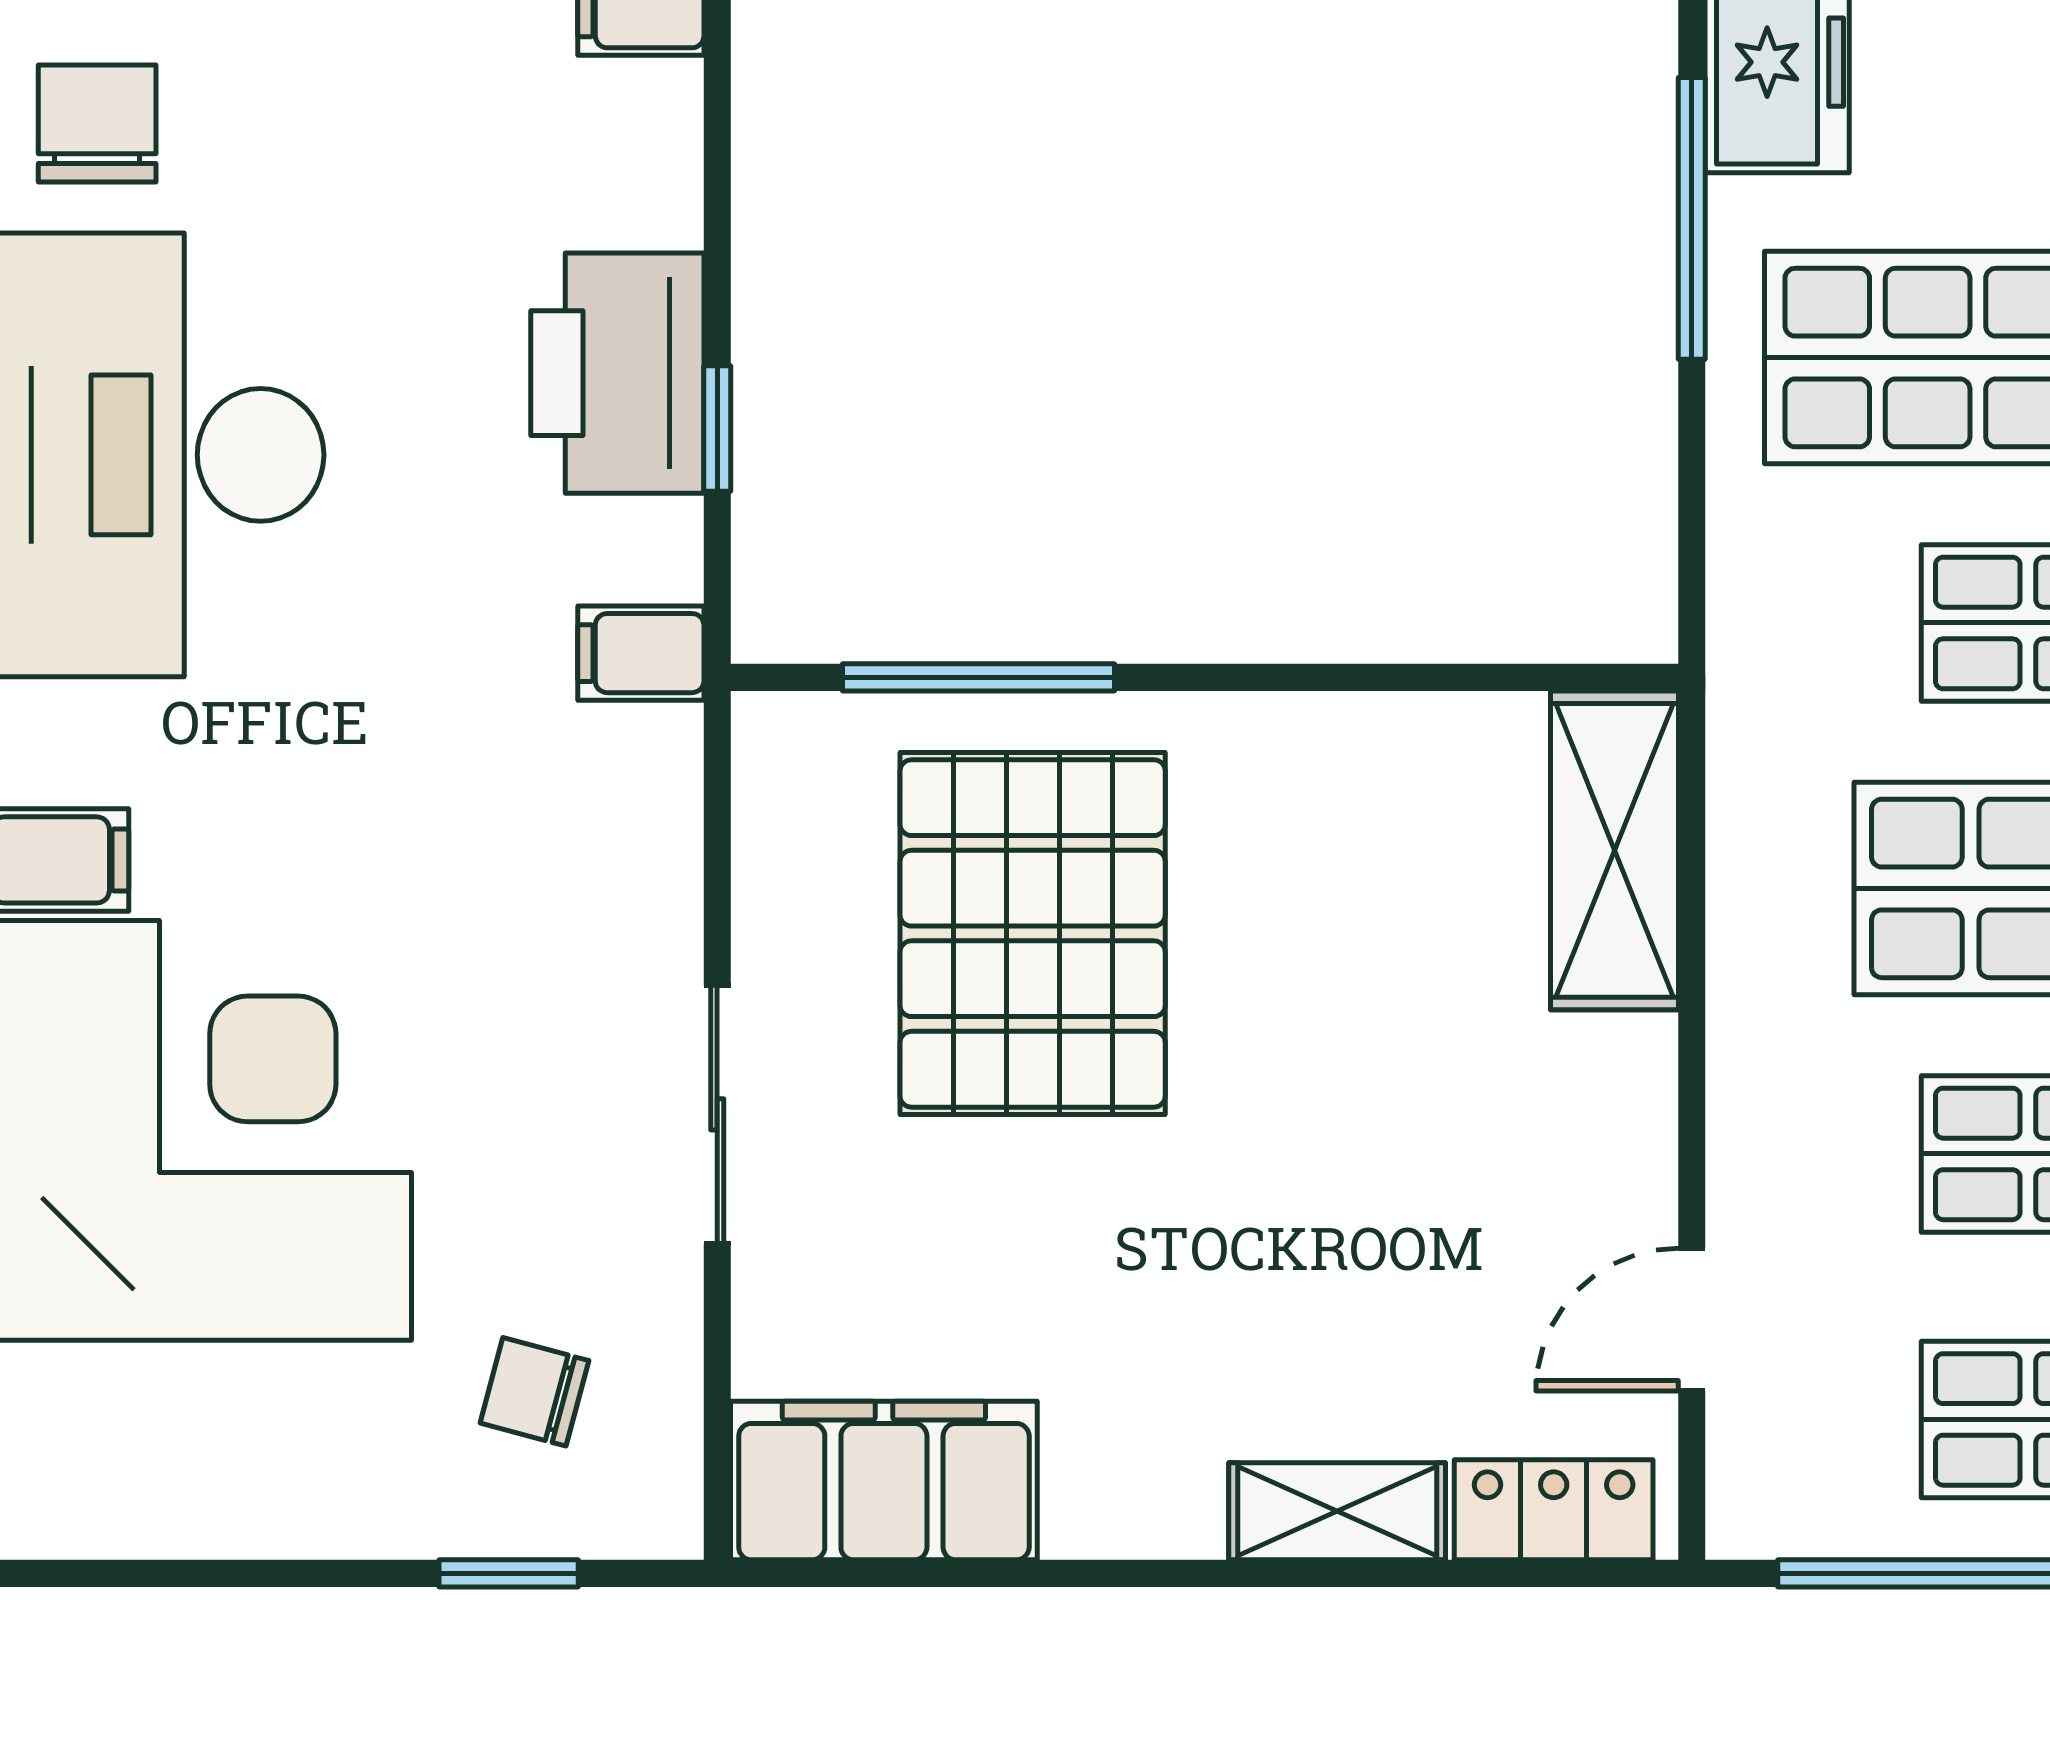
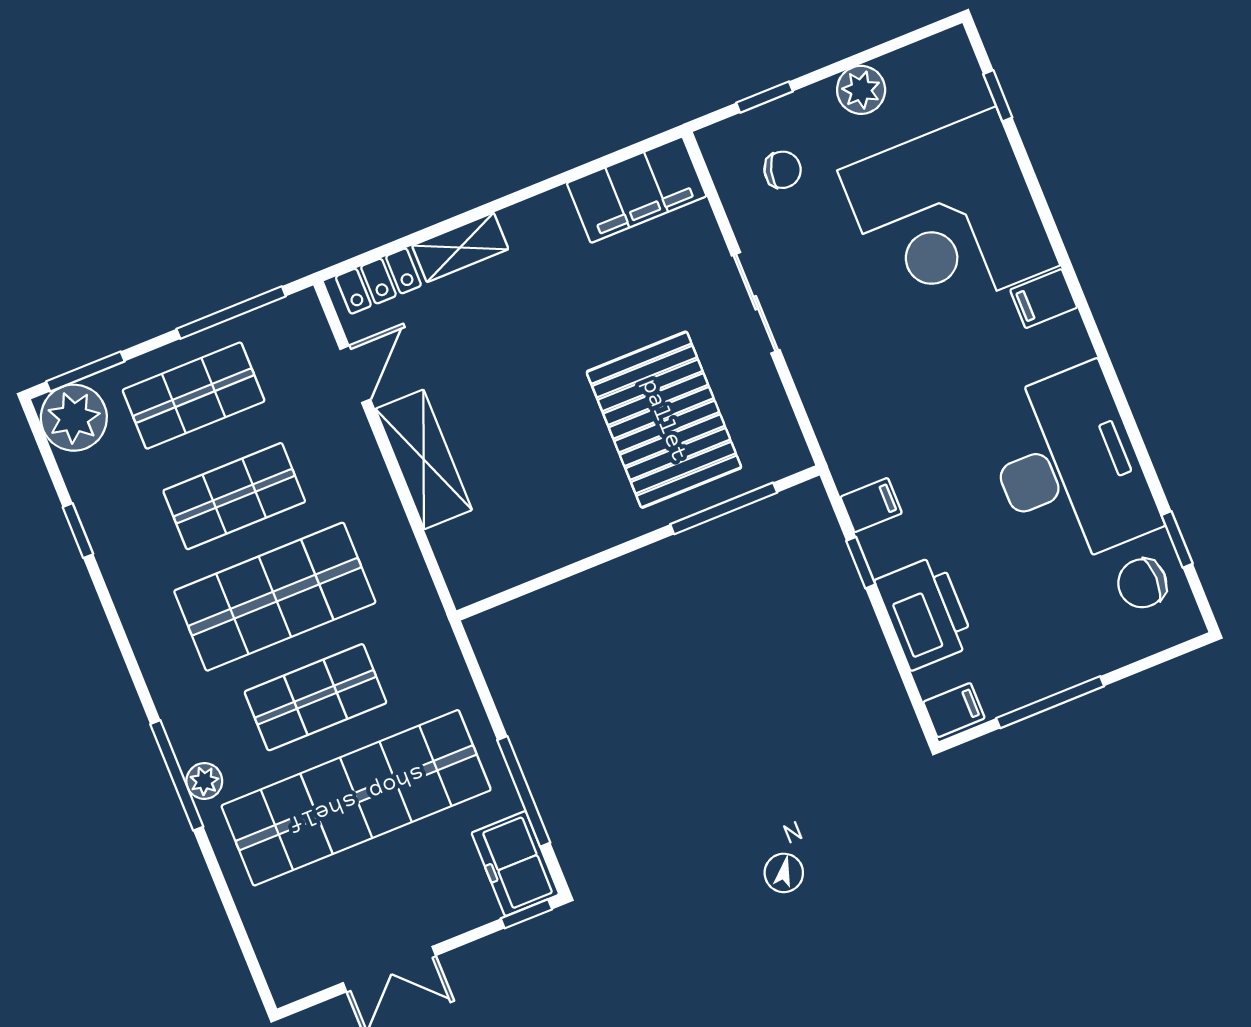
chair: (97, 123) -> (1142, 583), turned 90
printer: (617, 373) -> (925, 613), moved
filing cabinet: (641, 653) -> (871, 505), moved
shelving: (1614, 850) -> (424, 459), moved
plant: (283, 1501) -> (861, 90), added

